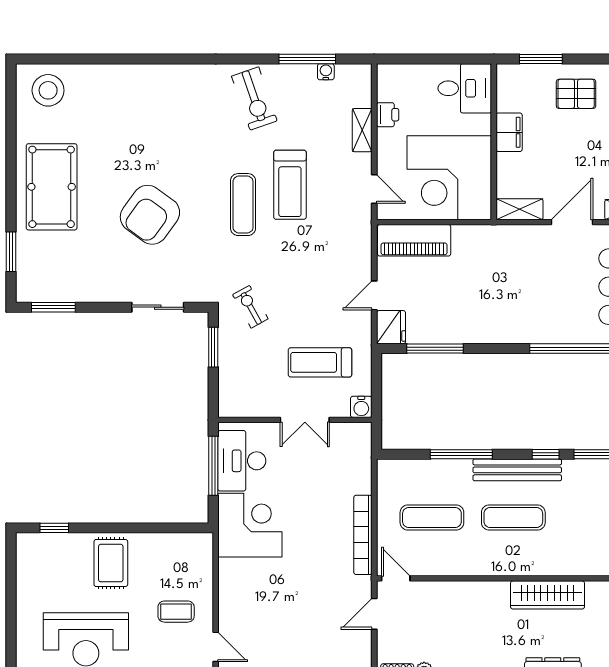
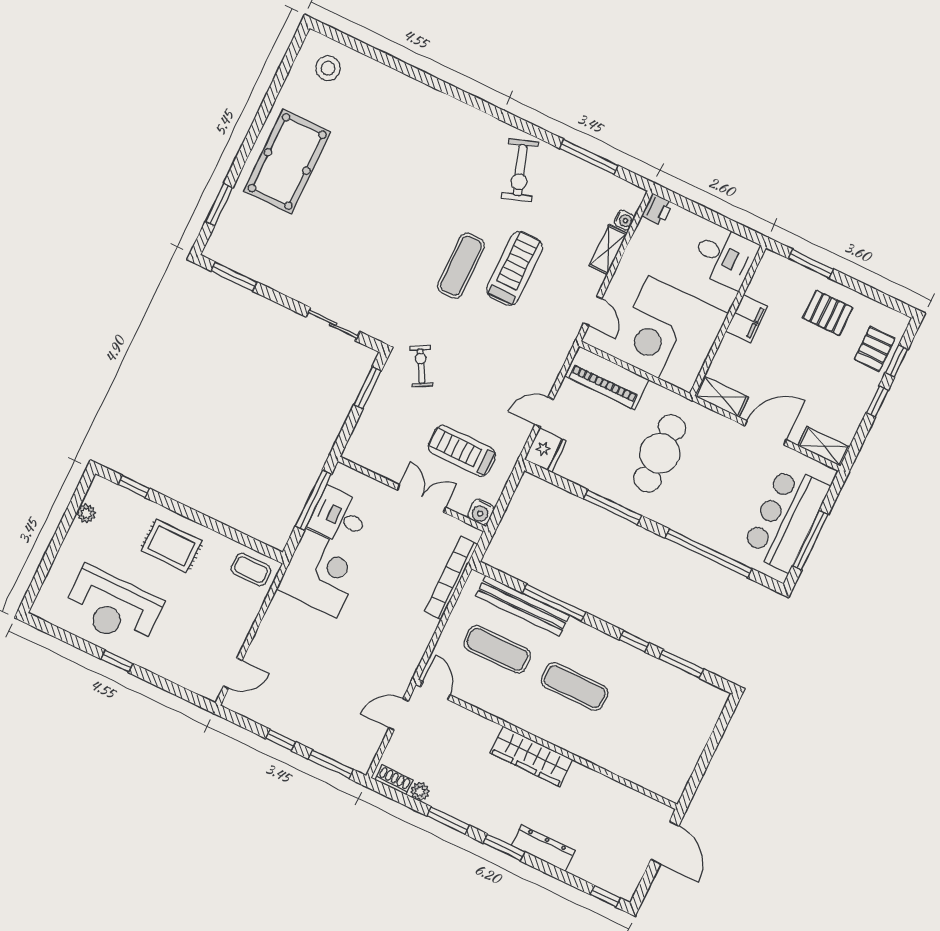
water cooler: (326, 72) -> (624, 220), moved, turned 90
stool: (48, 90) -> (328, 68), width x0.73, depth x0.73
printer: (388, 115) -> (657, 209), moved
treadmill: (290, 185) -> (515, 268), turned 180
armchair: (150, 215) -> (368, 233), removed
cafe table: (490, 283) -> (660, 453), added
window: (435, 349) -> (613, 507), moved
double door: (305, 420) -> (421, 498), swing flipped
desk: (242, 461) -> (339, 516), width x0.73
bench: (517, 470) -> (522, 606), moved
bookcase: (363, 535) -> (451, 578), moved
rug: (111, 563) -> (172, 546), turned 90
plant: (25, 570) -> (86, 513), added
wardrobe: (548, 595) -> (531, 756), moved
coffee table: (176, 612) -> (251, 569), moved
door: (216, 647) -> (233, 673), hinge flipped

